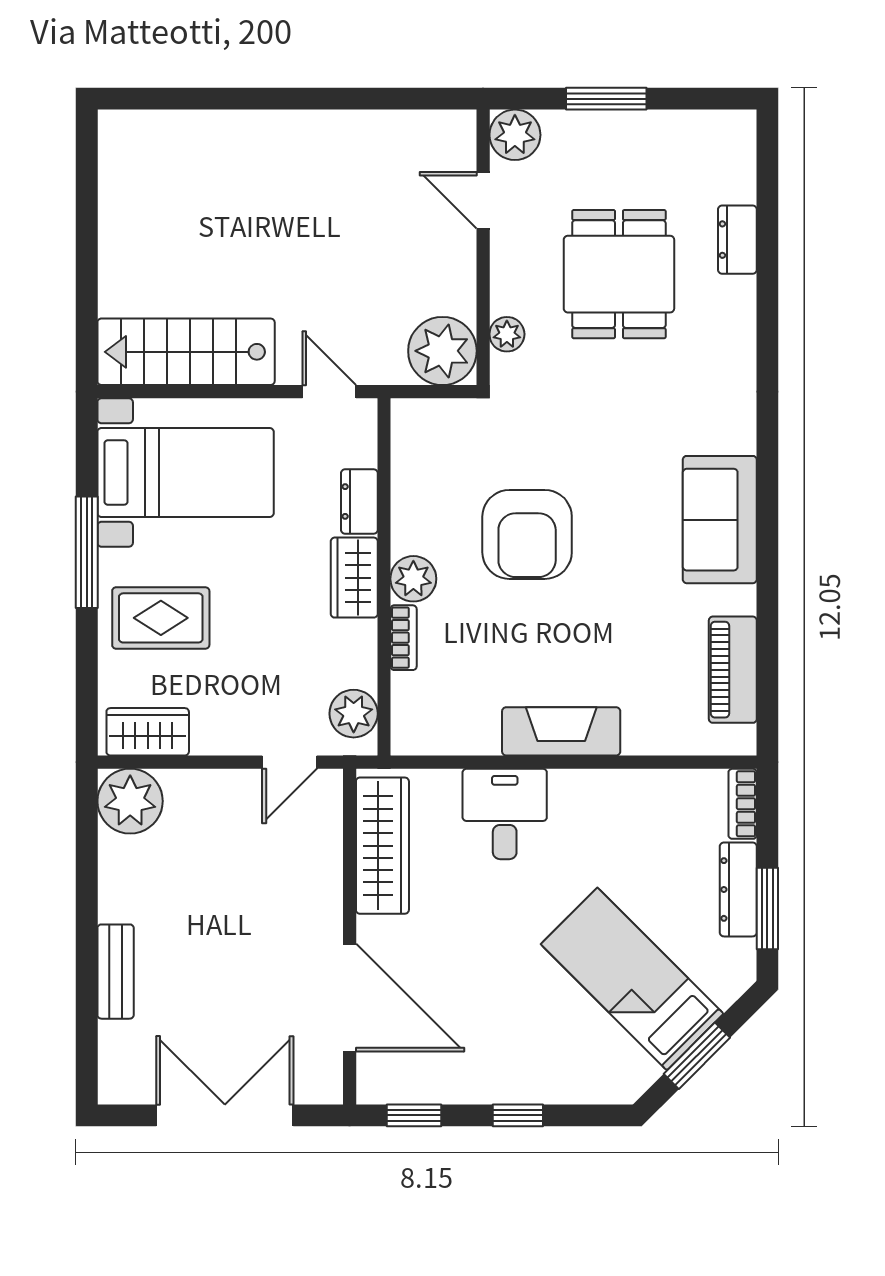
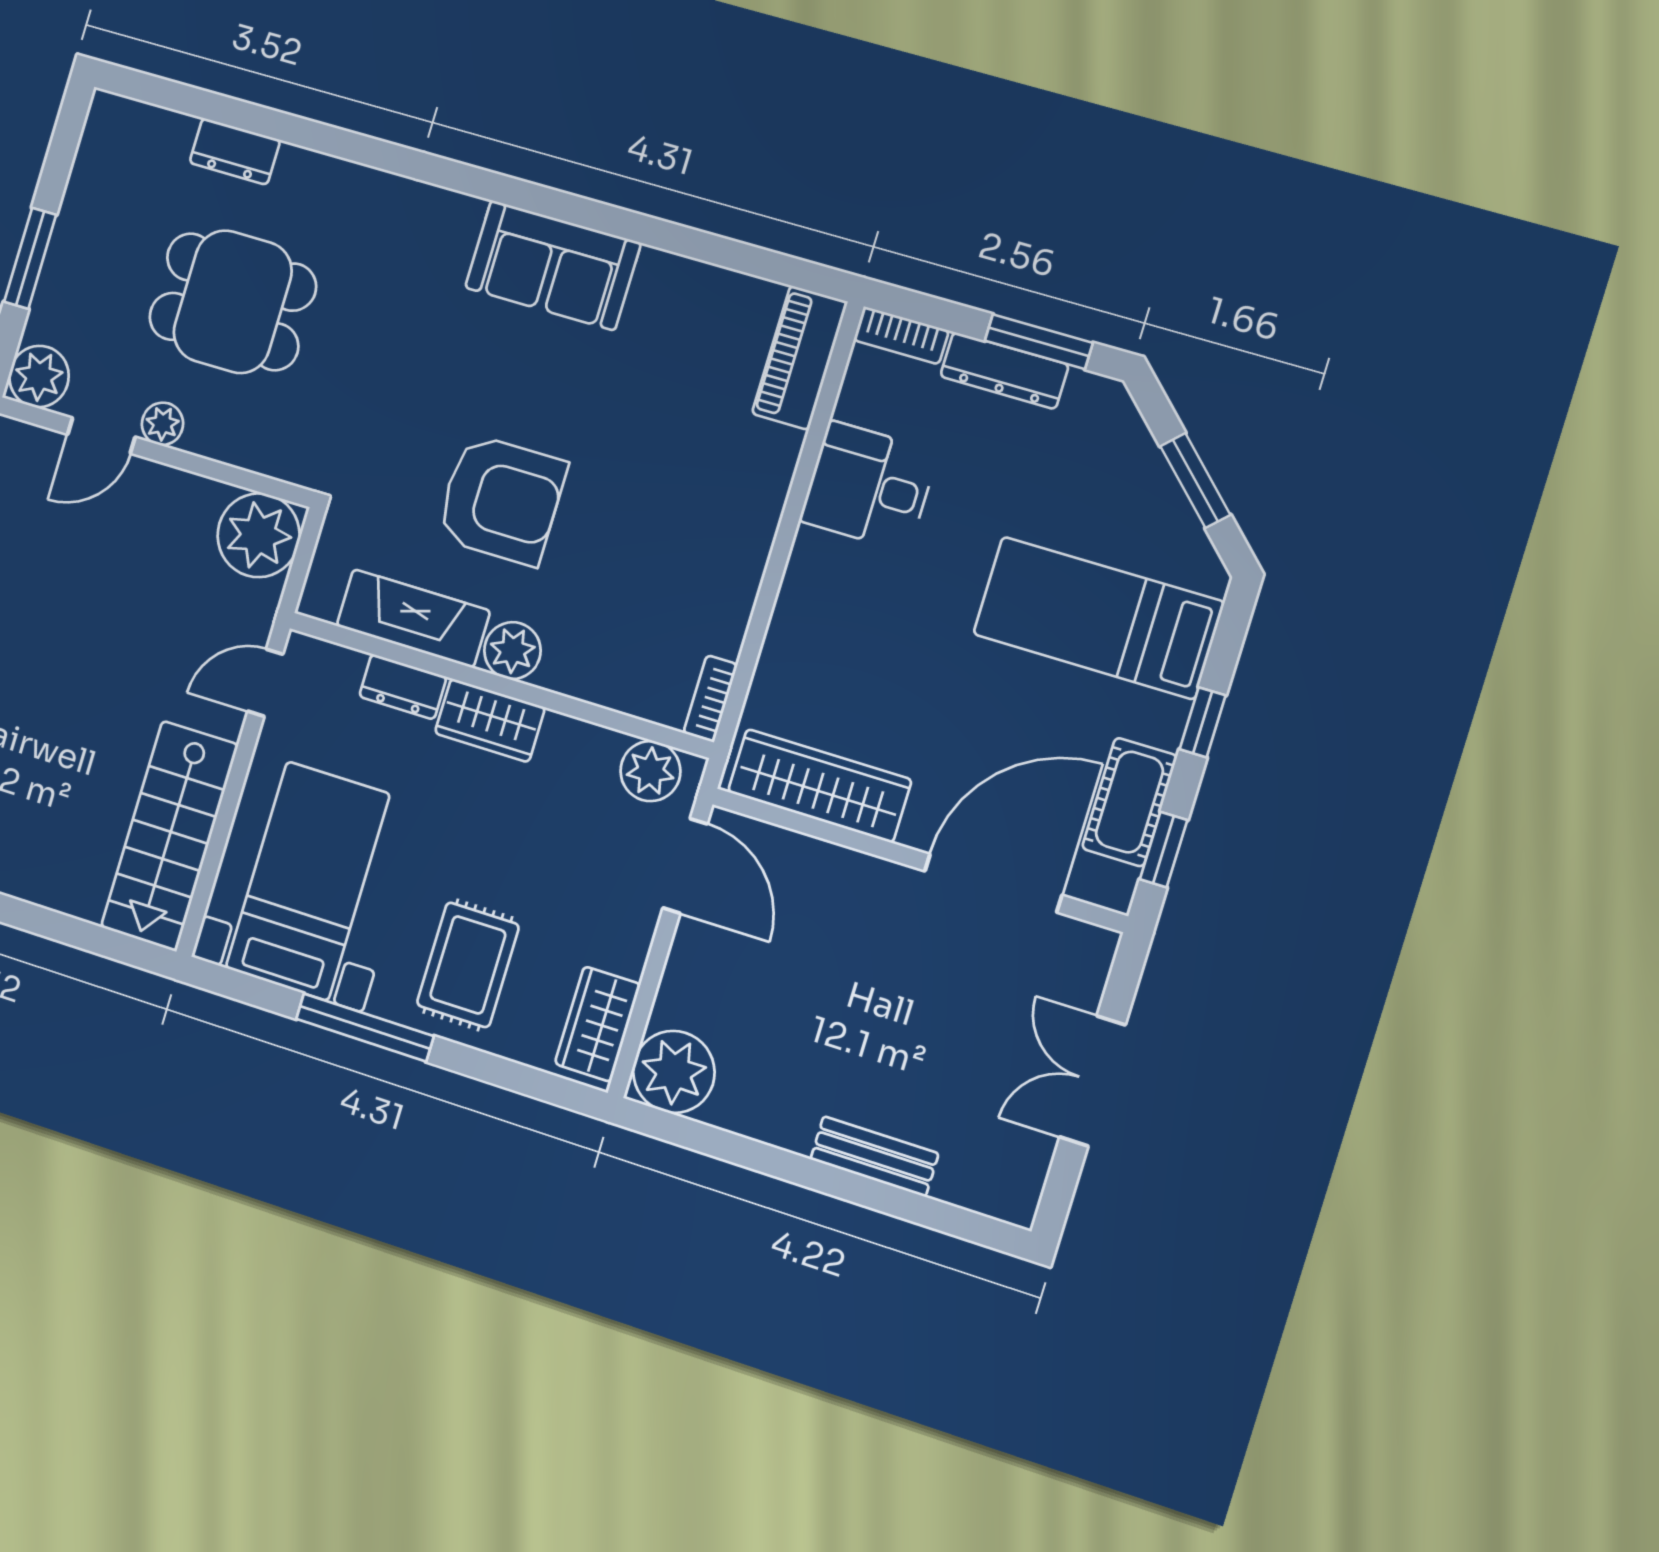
plant: (507, 334) -> (162, 424), moved
bookcase: (404, 638) -> (710, 699), moved, turned -90
piano: (733, 670) -> (800, 358), moved, turned 90
fireplace: (561, 731) -> (413, 618), moved, turned 90
door: (290, 762) -> (685, 866), width x1.38
desk: (505, 814) -> (869, 486), moved
bed: (632, 979) -> (1098, 618), moved, turned 45
cot: (442, 1080) -> (1129, 802), added
double door: (225, 1115) -> (1092, 1081), width x0.73

